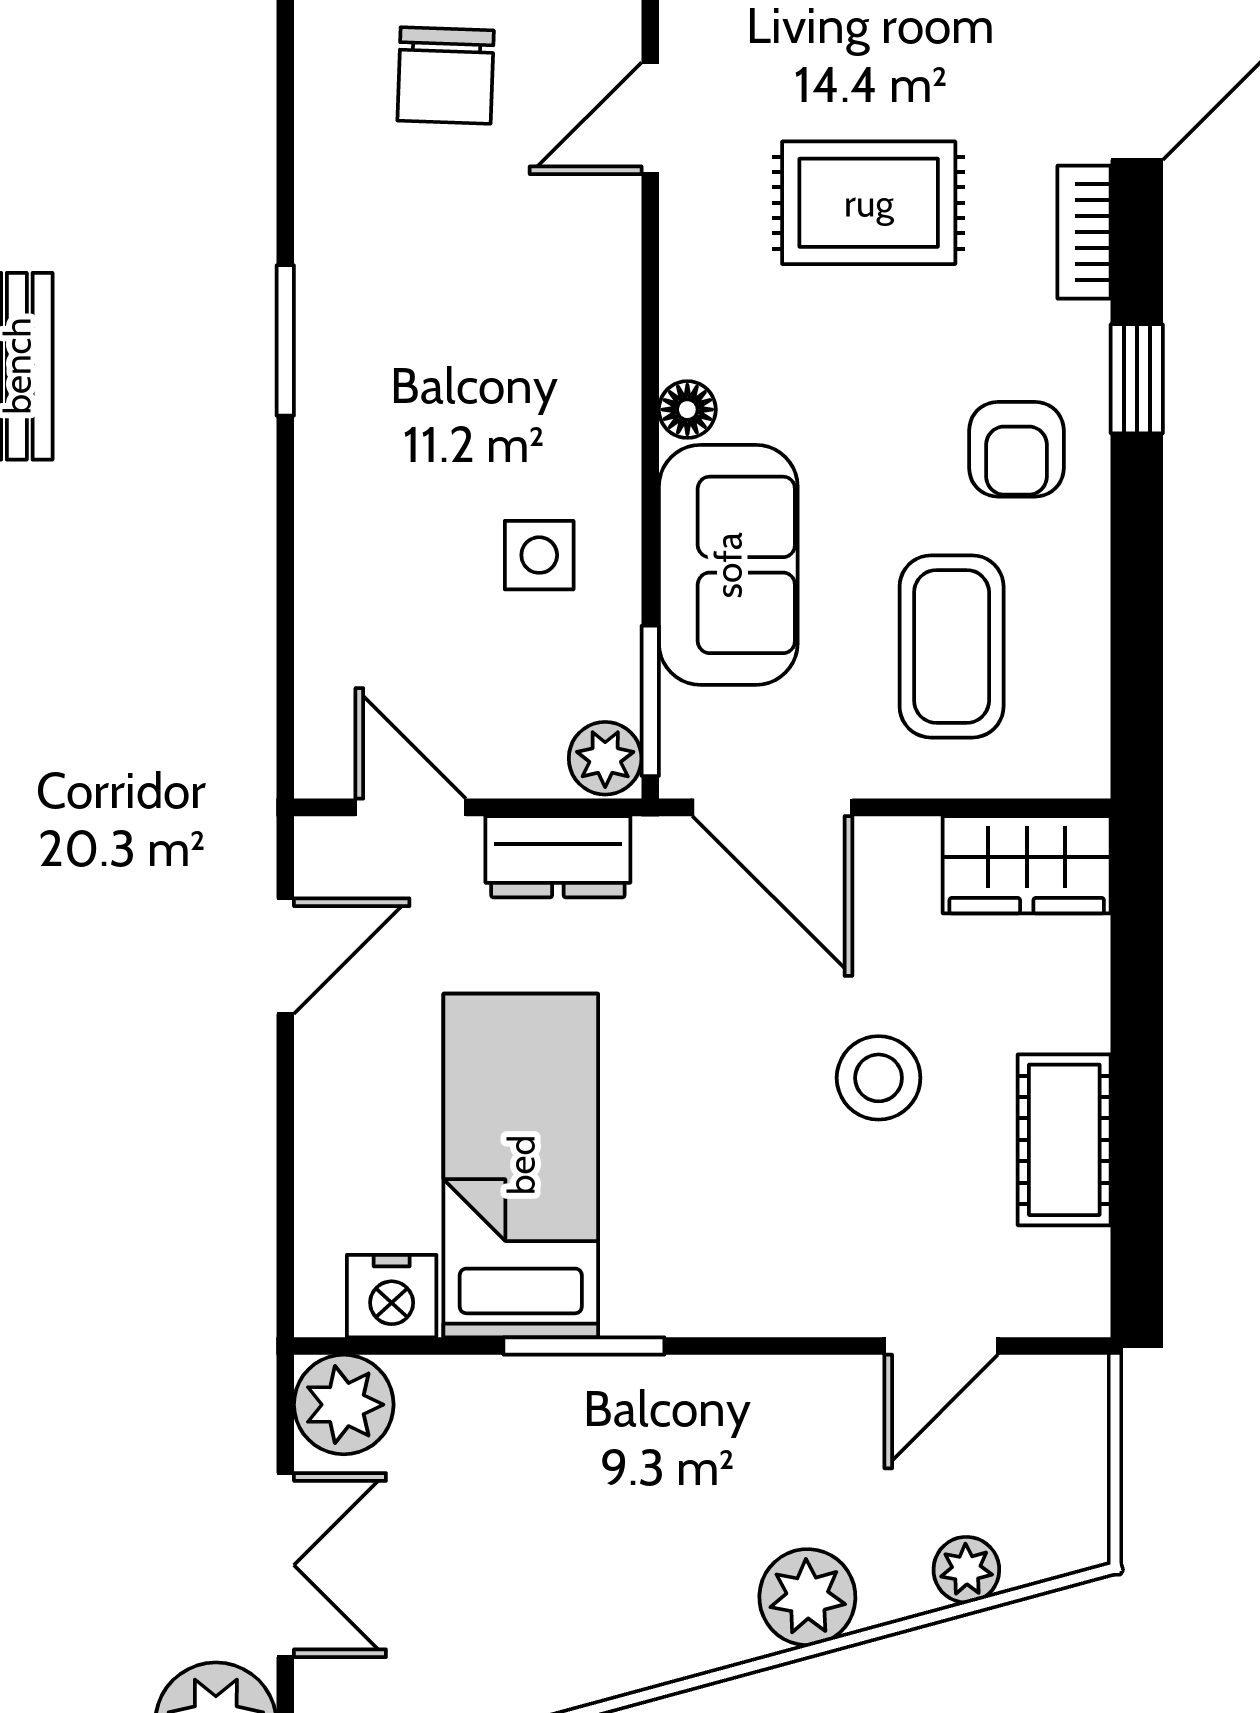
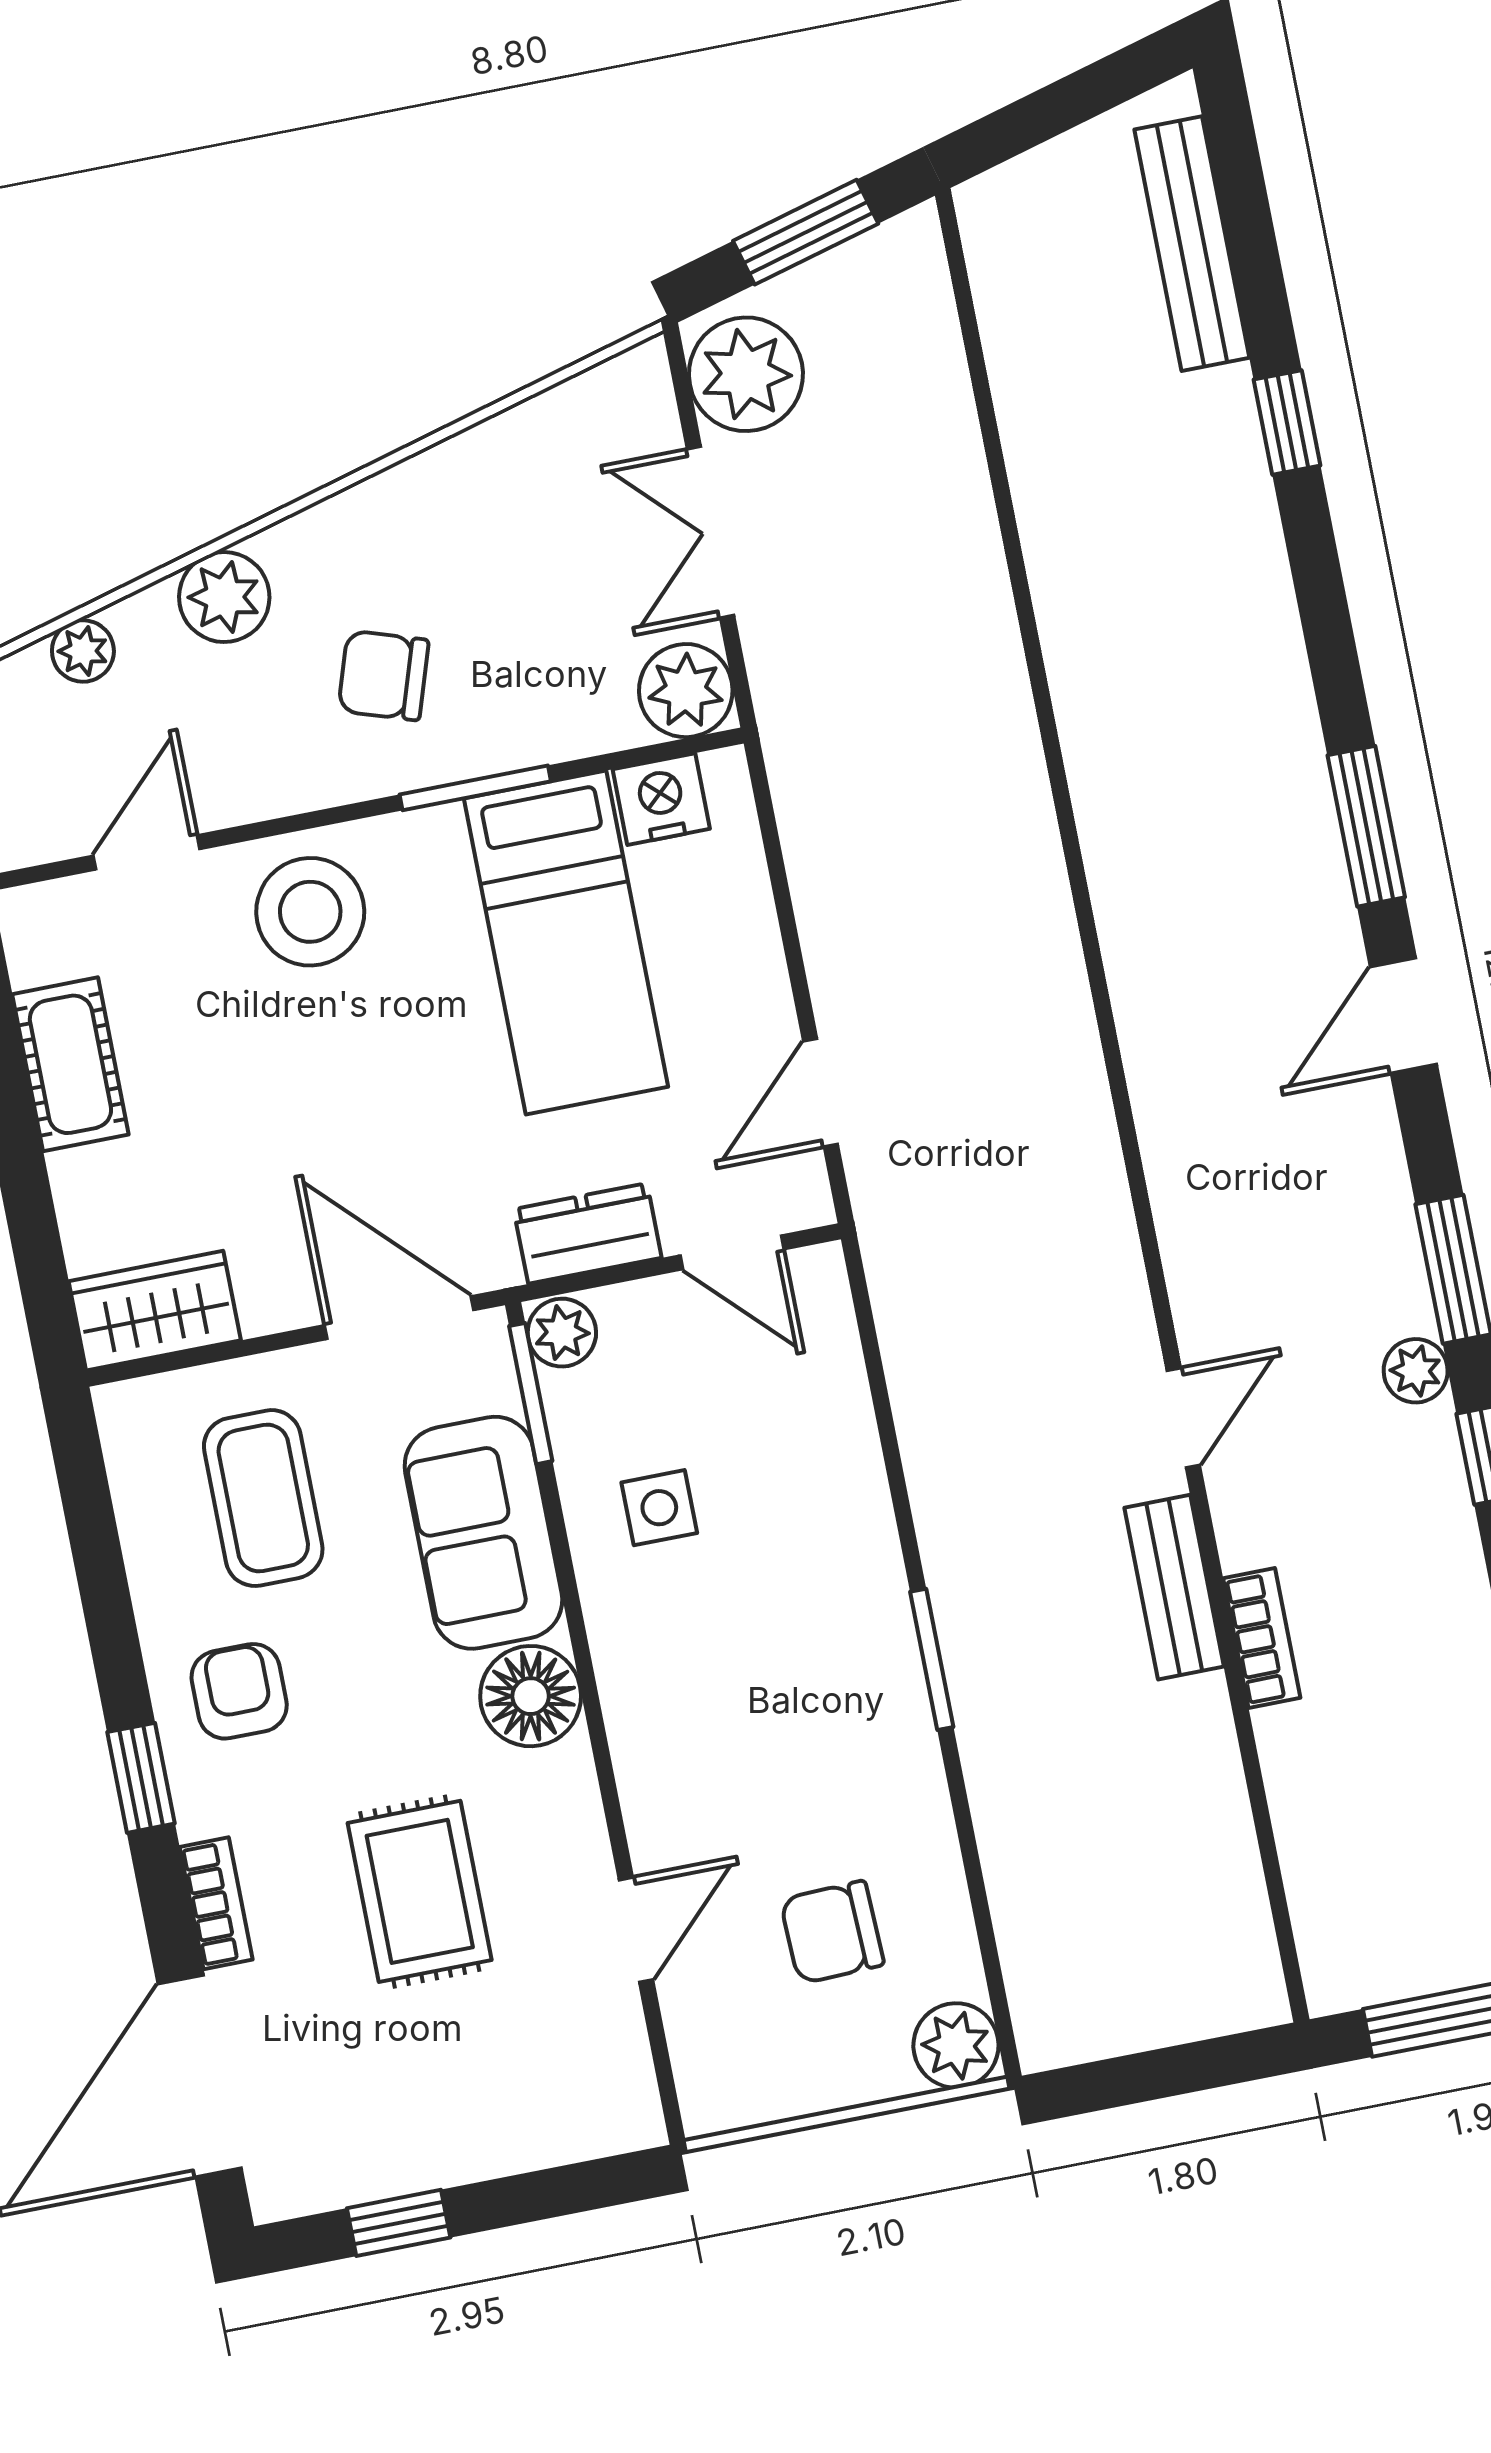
chair: (446, 76) -> (832, 1932), turned -94
rug: (869, 203) -> (420, 1891), turned 90
floor lamp: (687, 410) -> (531, 1696), width x1.89, depth x1.89
stool: (879, 1078) -> (310, 912), moved, width x1.38, depth x1.38
chair: (657, 1482) -> (383, 675), added

